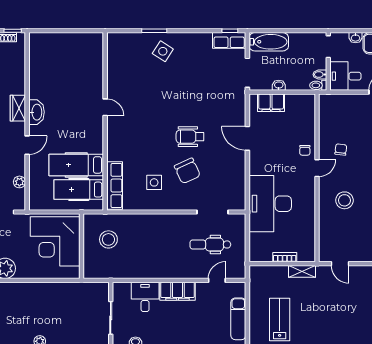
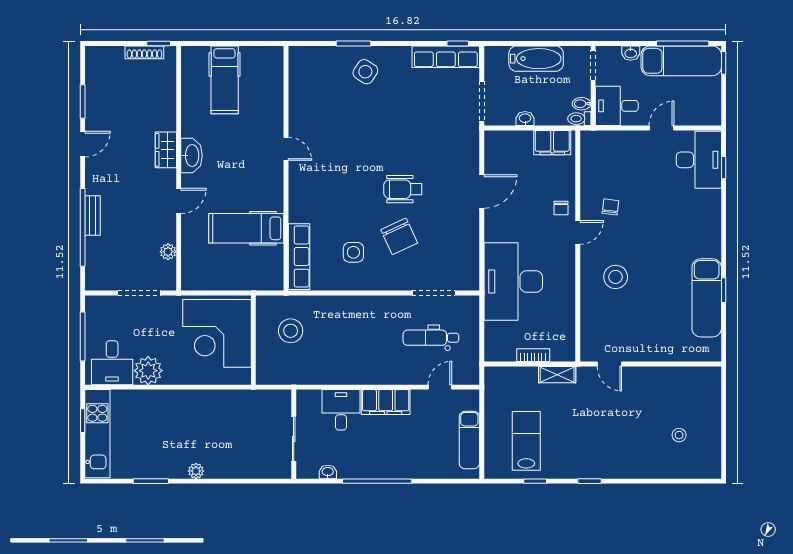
row of seats: (229, 40) -> (446, 57), width x1.48
bathtub: (269, 42) -> (536, 59), moved
filing cabinet: (271, 103) -> (552, 143), moved
door: (247, 138) -> (482, 192), swing flipped
hospital bed: (79, 190) -> (225, 80), moved, turned -90

